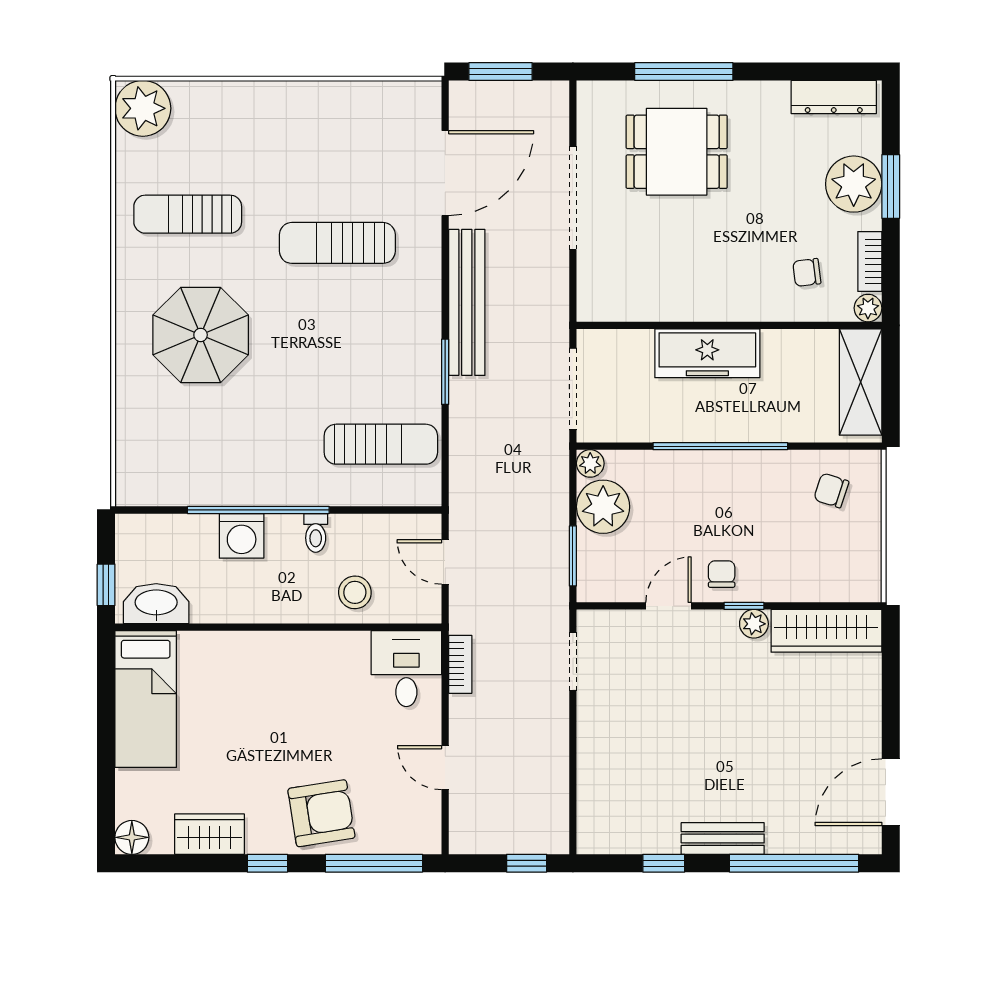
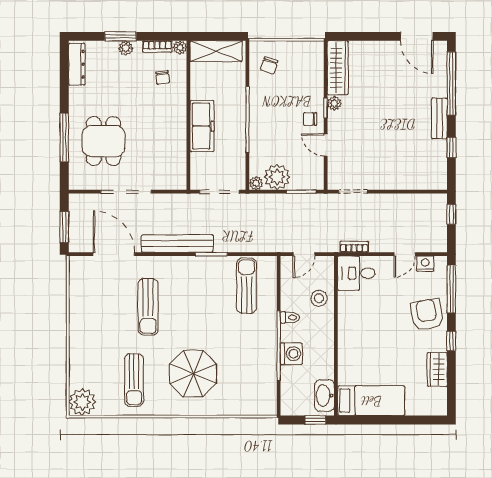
plant: (854, 184) -> (126, 48), width x0.53, depth x0.53
nightstand: (426, 810) -> (425, 264), added
floor lamp: (132, 837) -> (439, 407), removed

